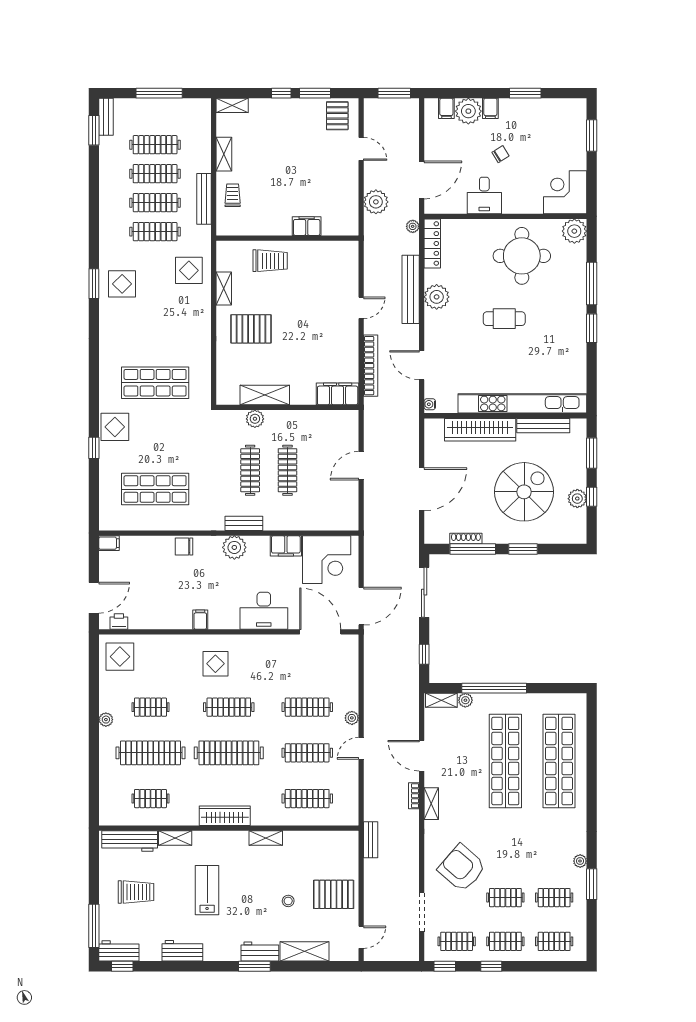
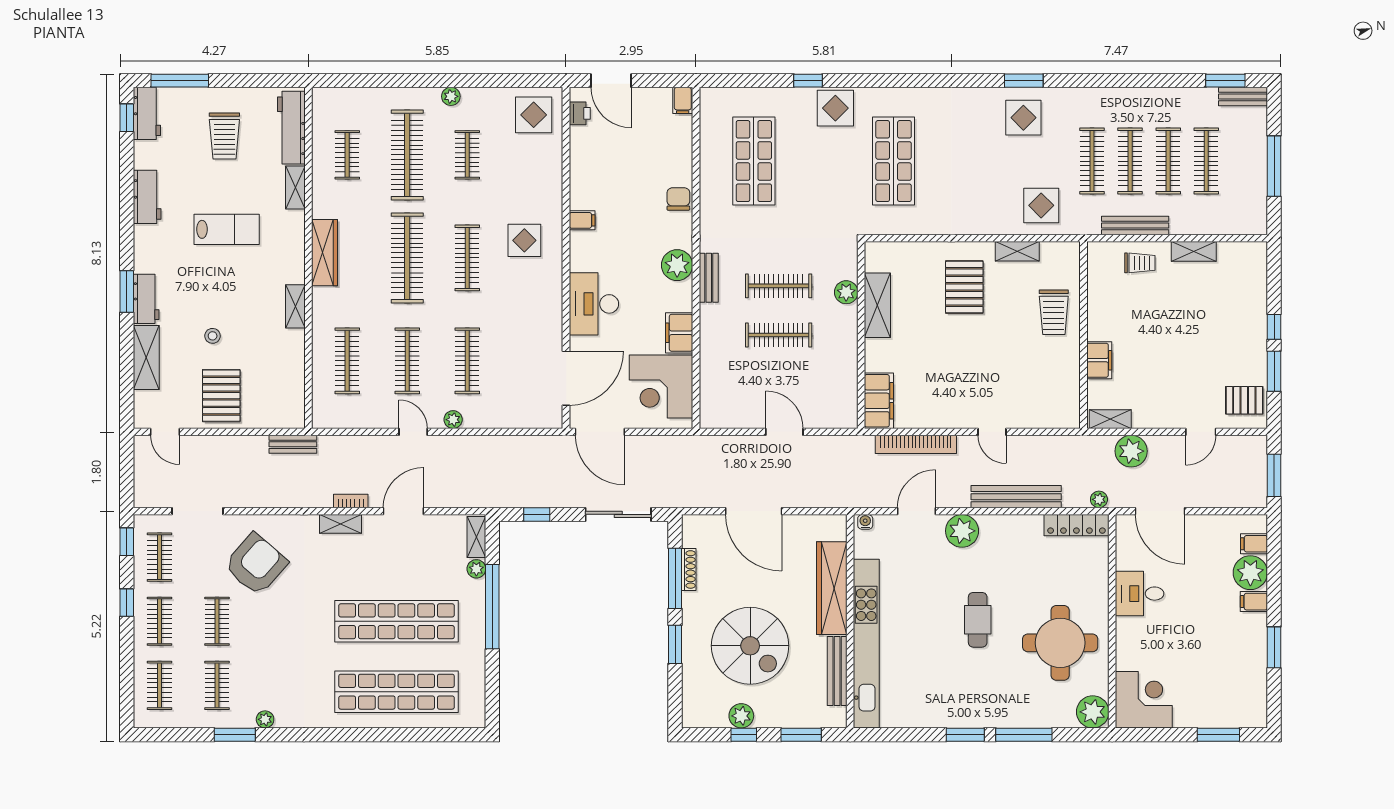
shelving: (232, 105) -> (1110, 419), moved, turned 90
chair: (500, 154) -> (1194, 615), removed
plant: (437, 297) -> (962, 531), moved

